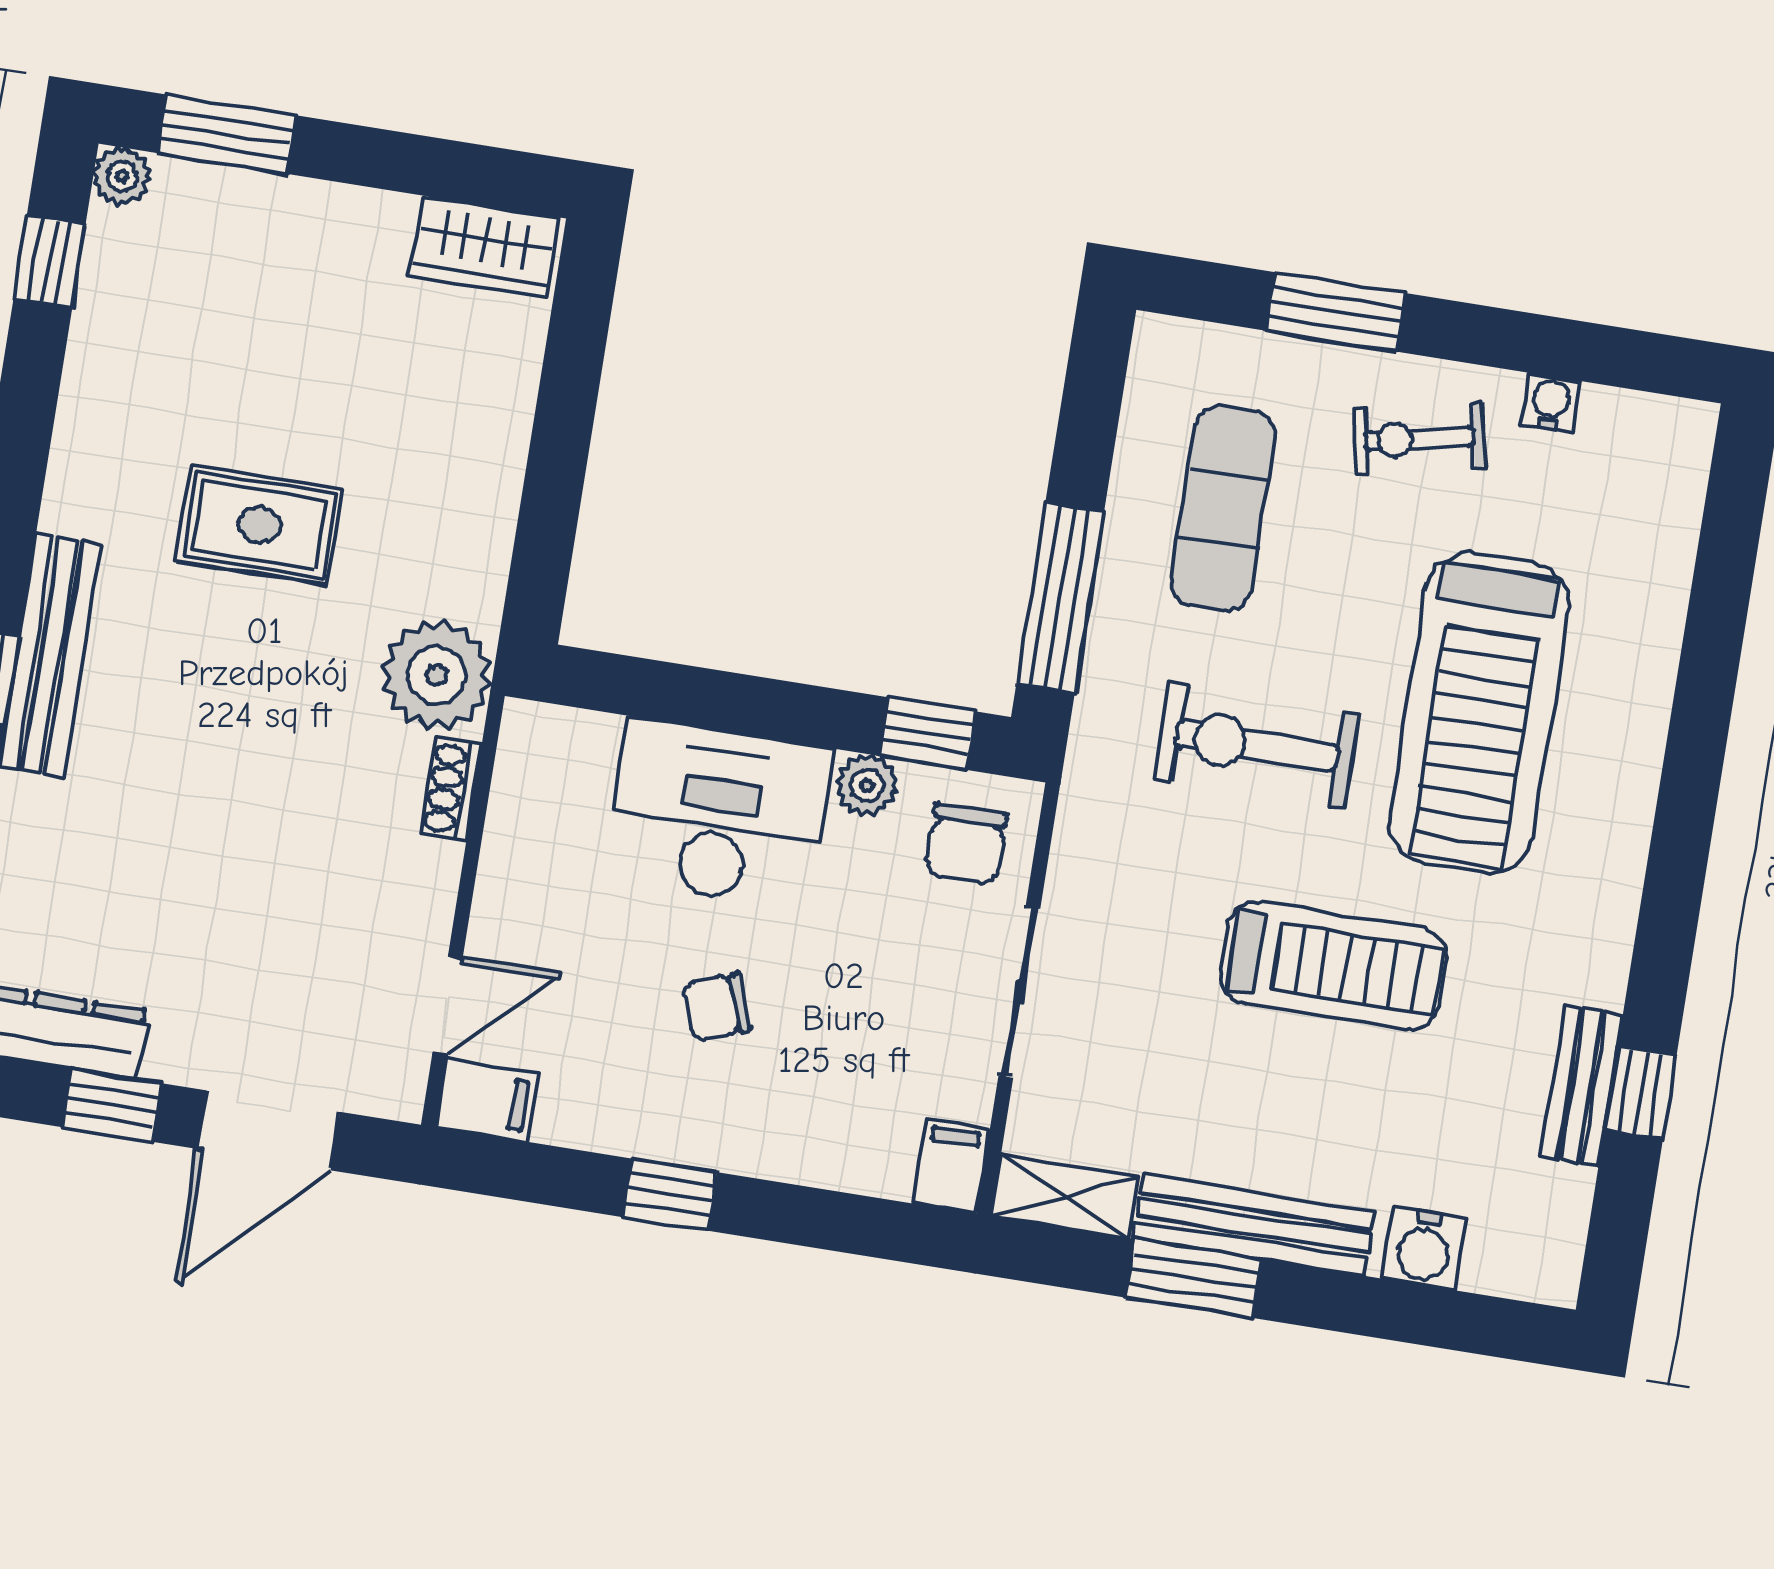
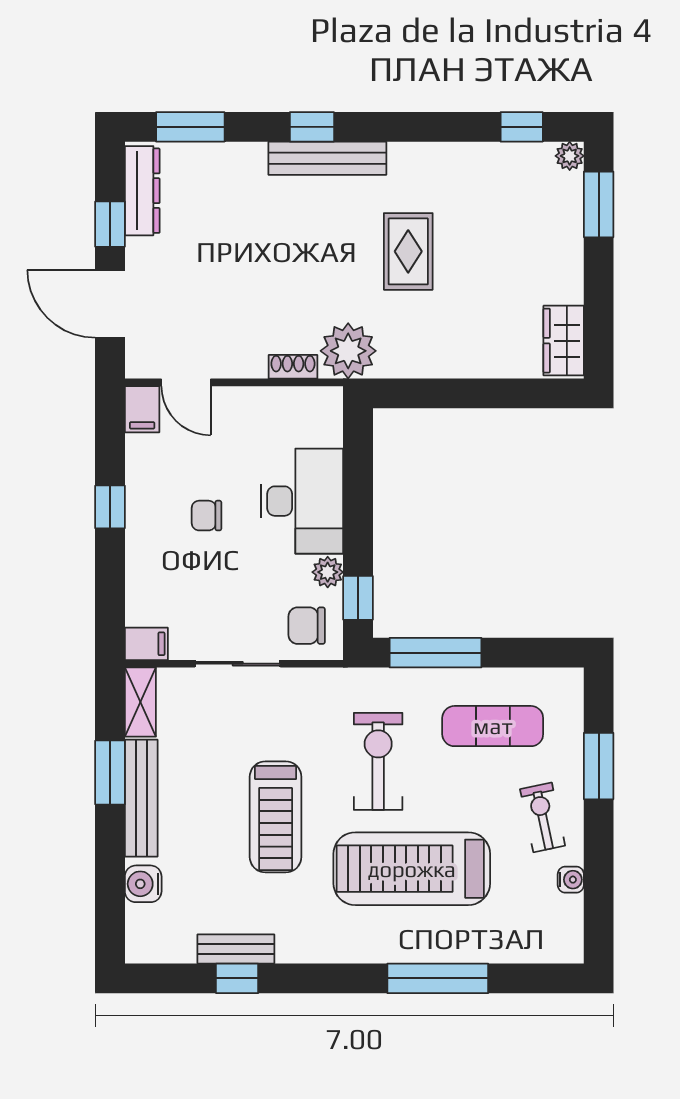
window: (1704, 697) -> (438, 978), added
chair: (717, 1007) -> (207, 516), turned -70

